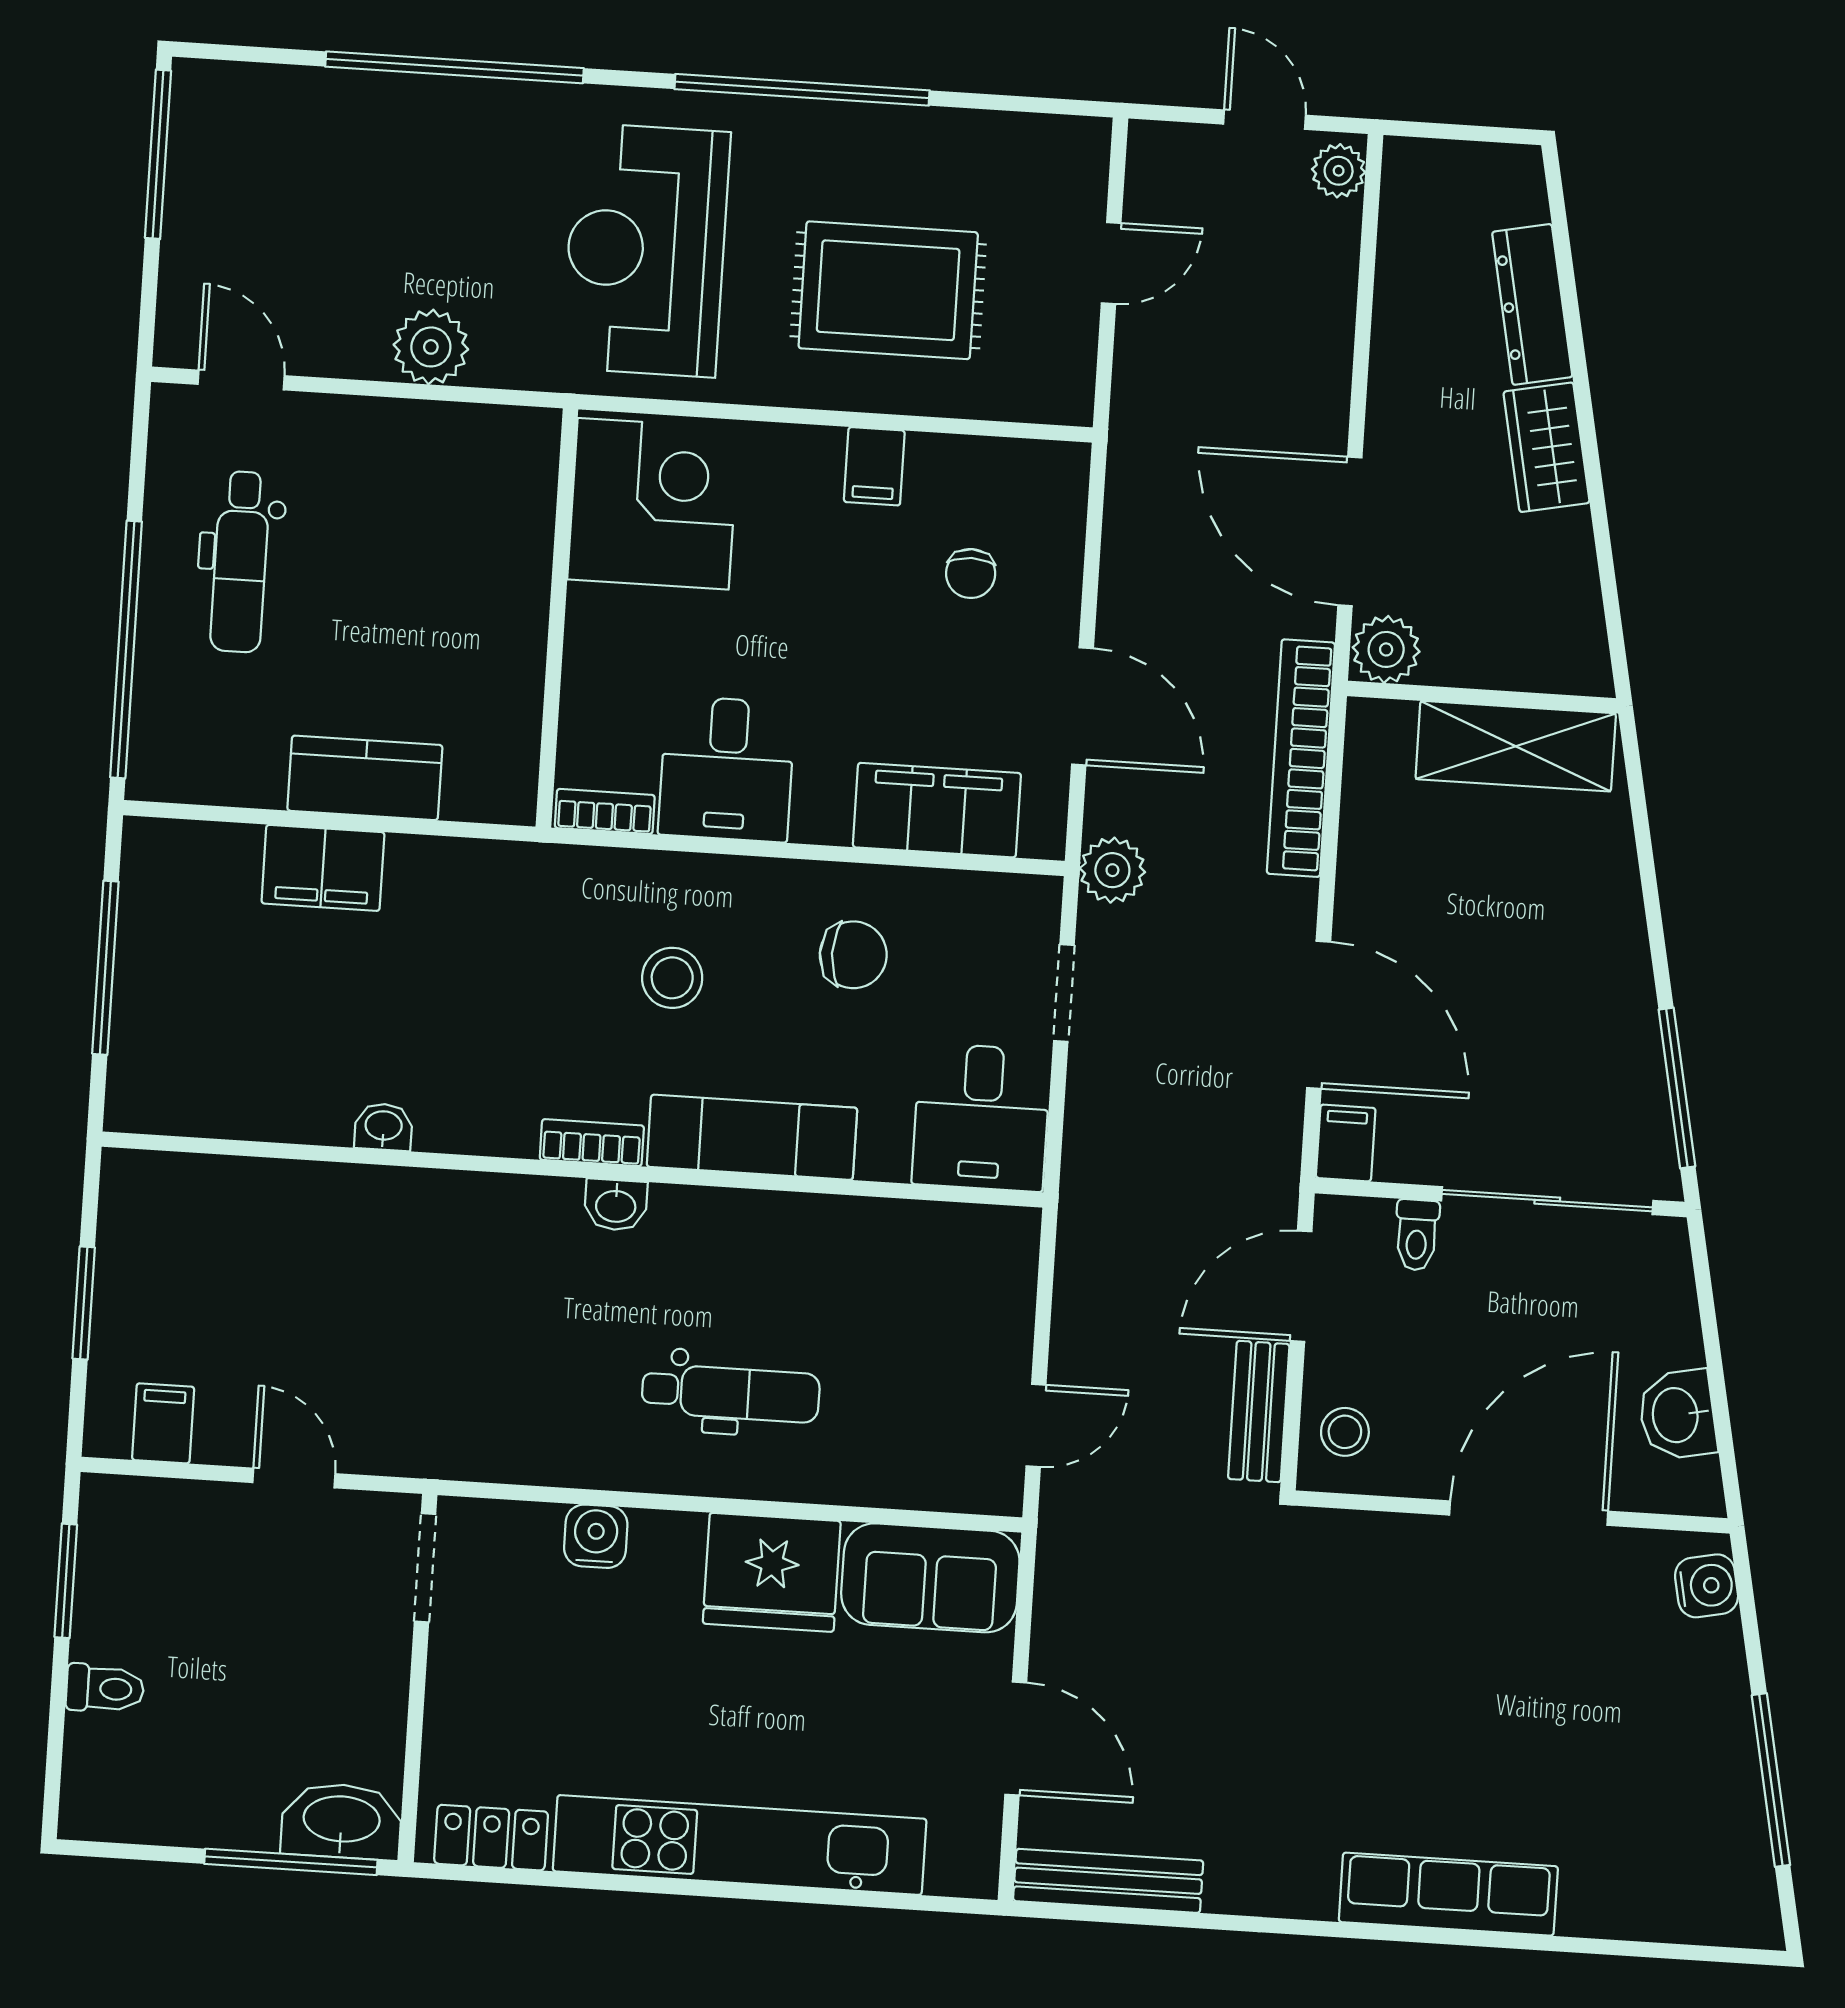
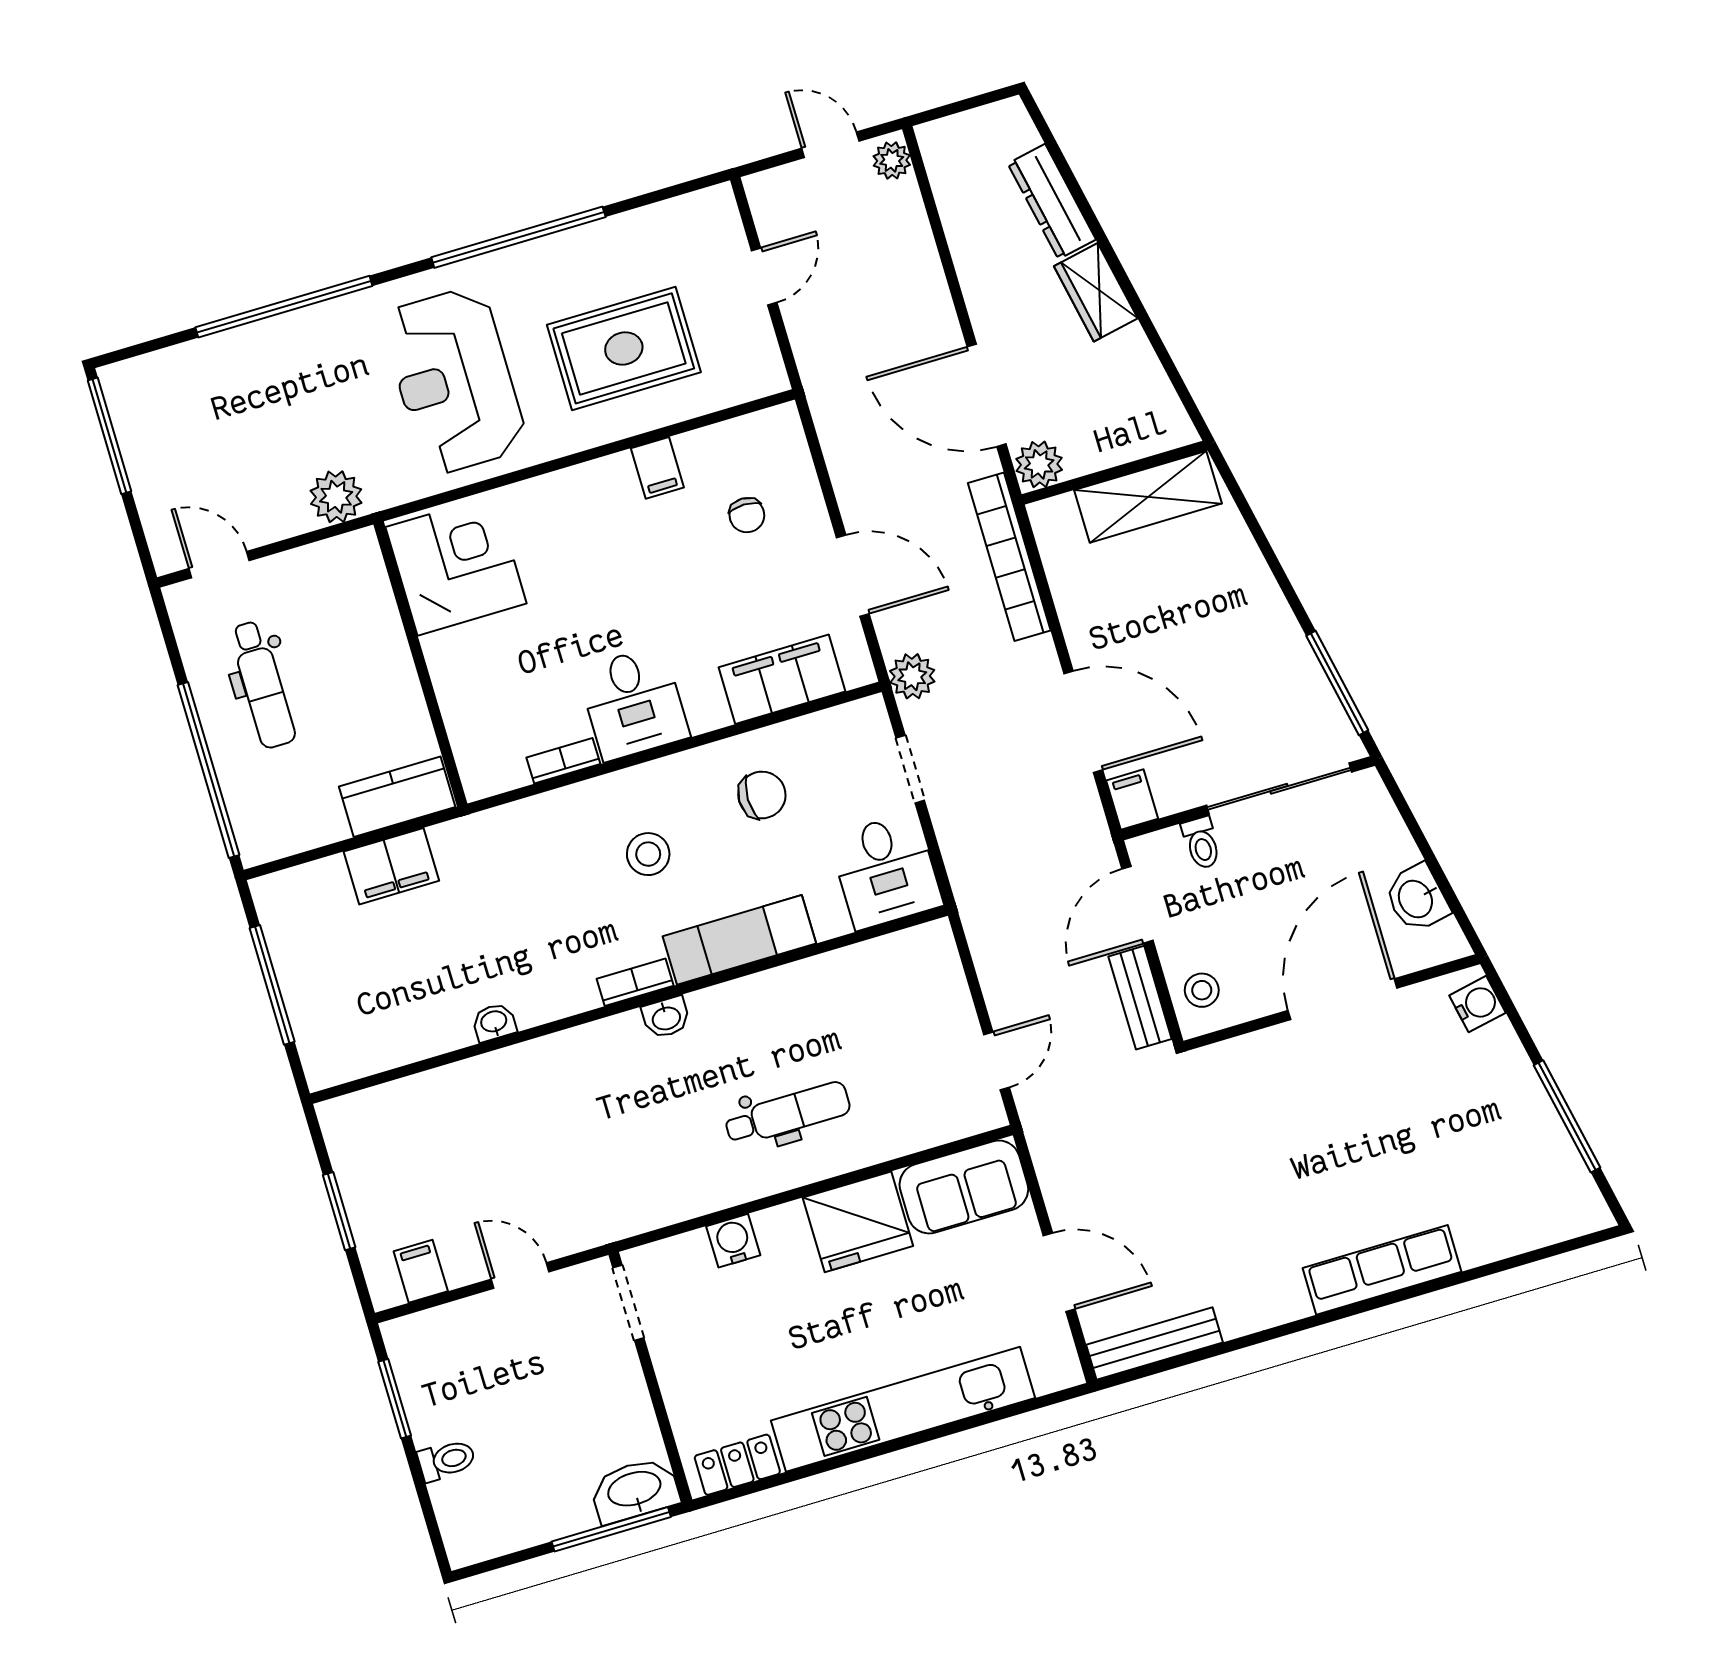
corner desk: (653, 504) -> (456, 565), moved
wall: (557, 618) -> (420, 664), moved

